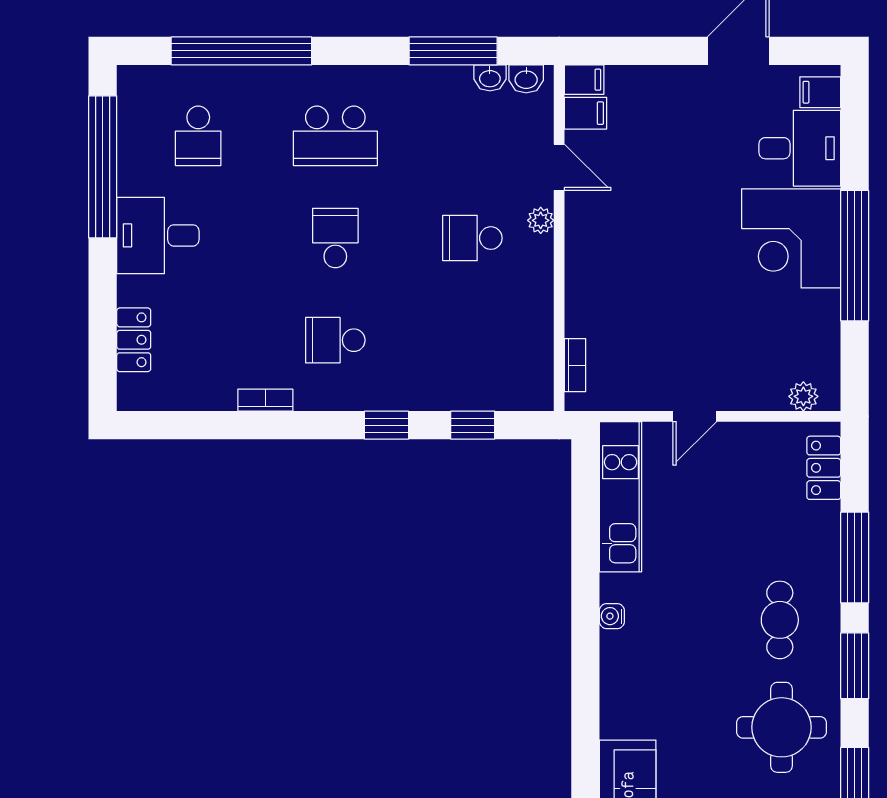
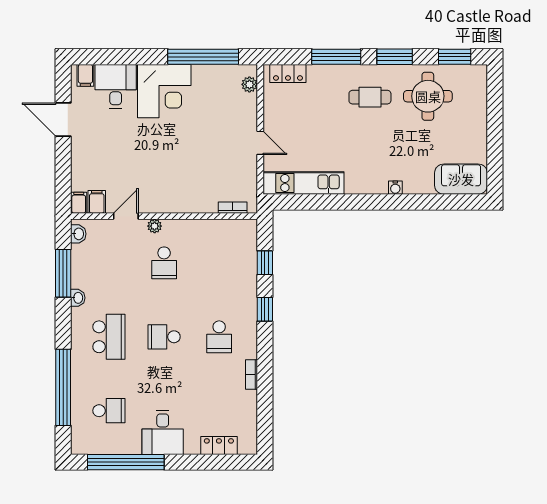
washbasin: (490, 78) -> (78, 298), moved
window: (855, 256) -> (203, 57), moved
water cooler: (612, 616) -> (395, 188), moved

